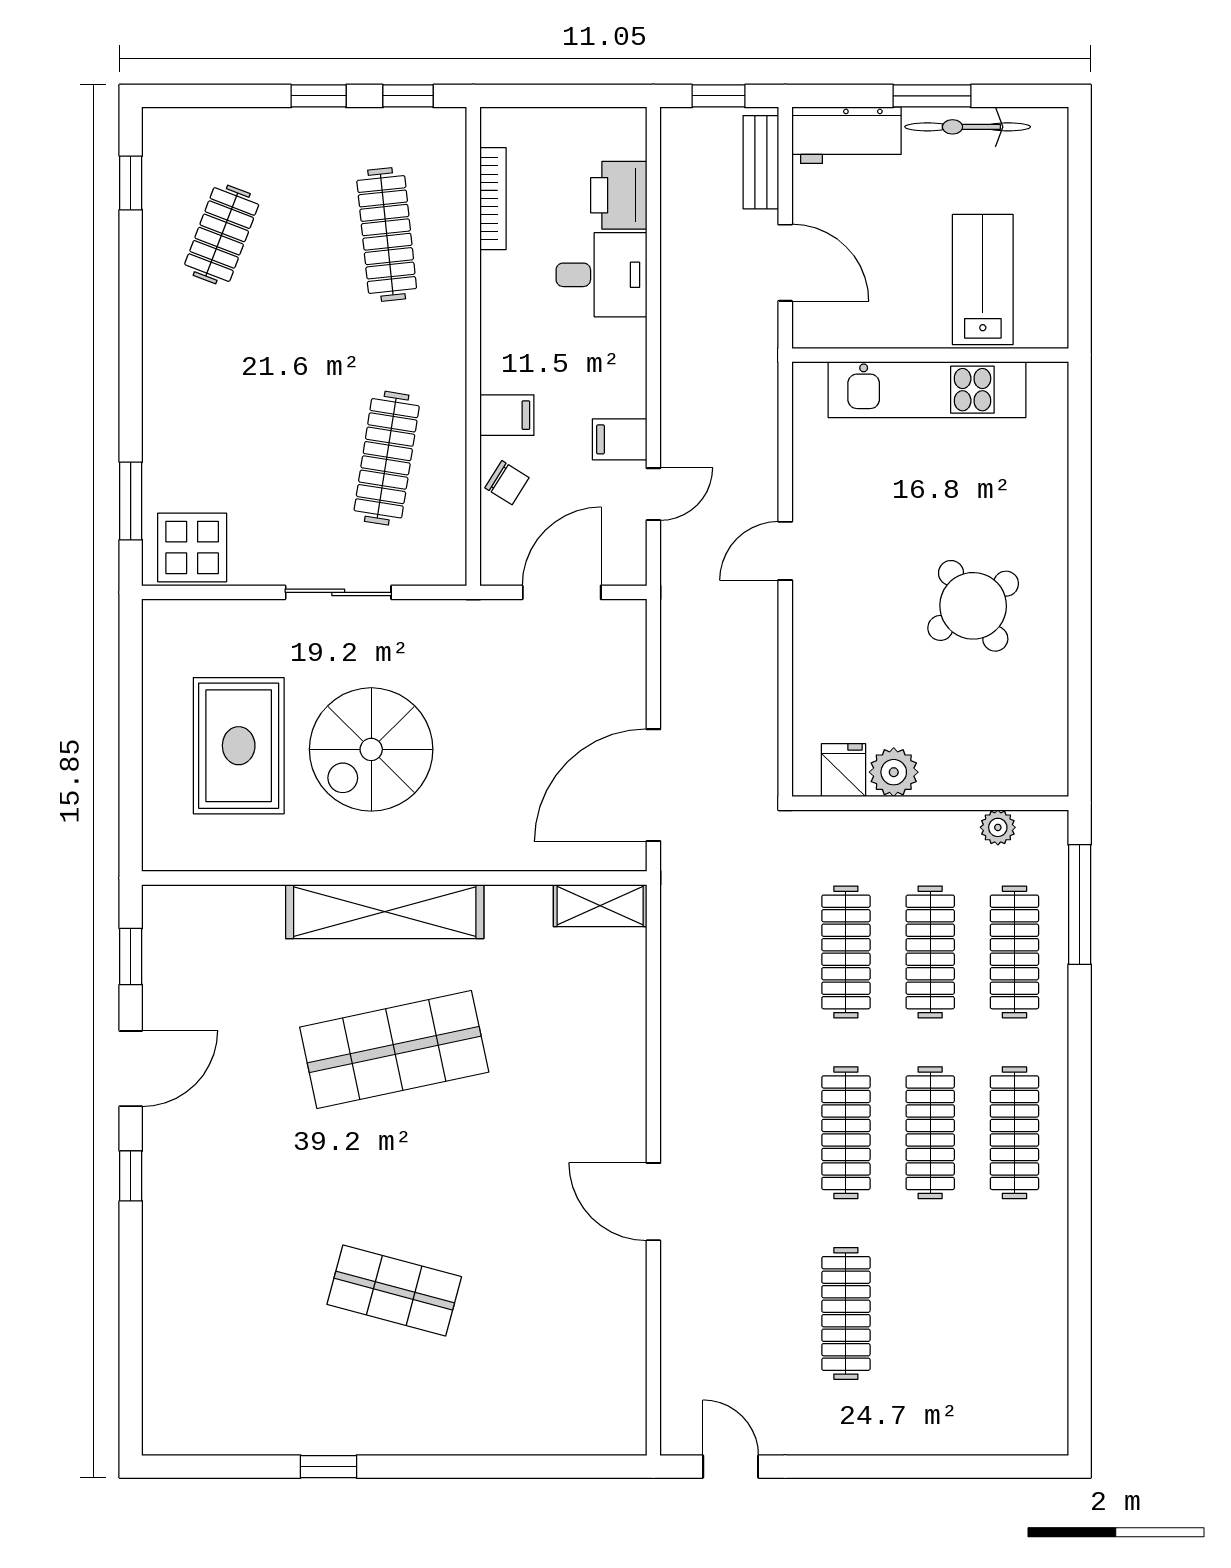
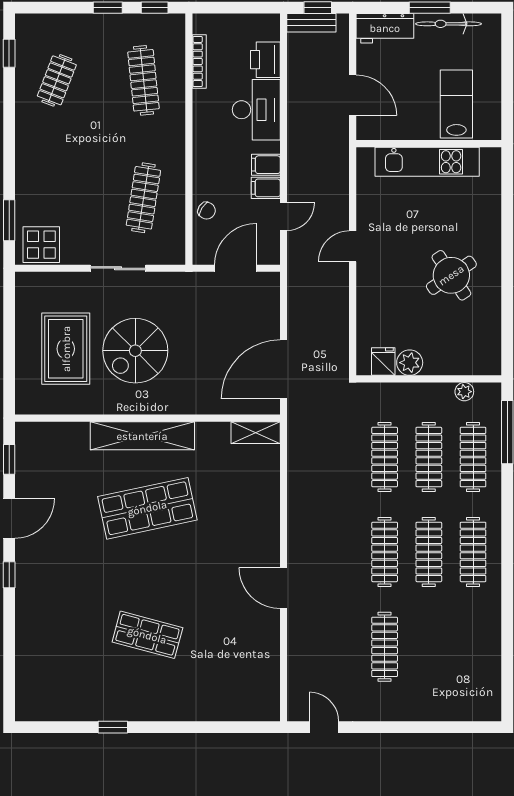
bench: (761, 162) -> (311, 23), moved, turned 90
desk: (601, 275) -> (256, 110), width x1.37
filing cabinet: (507, 415) -> (266, 165), moved, turned 180

